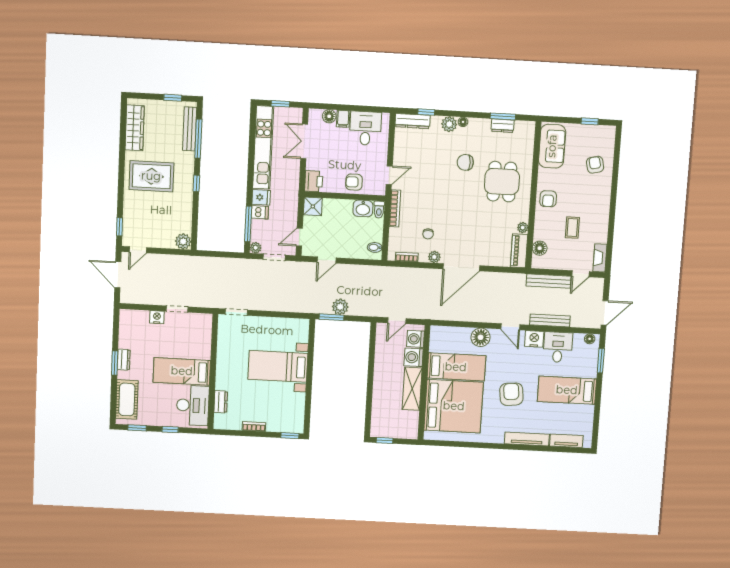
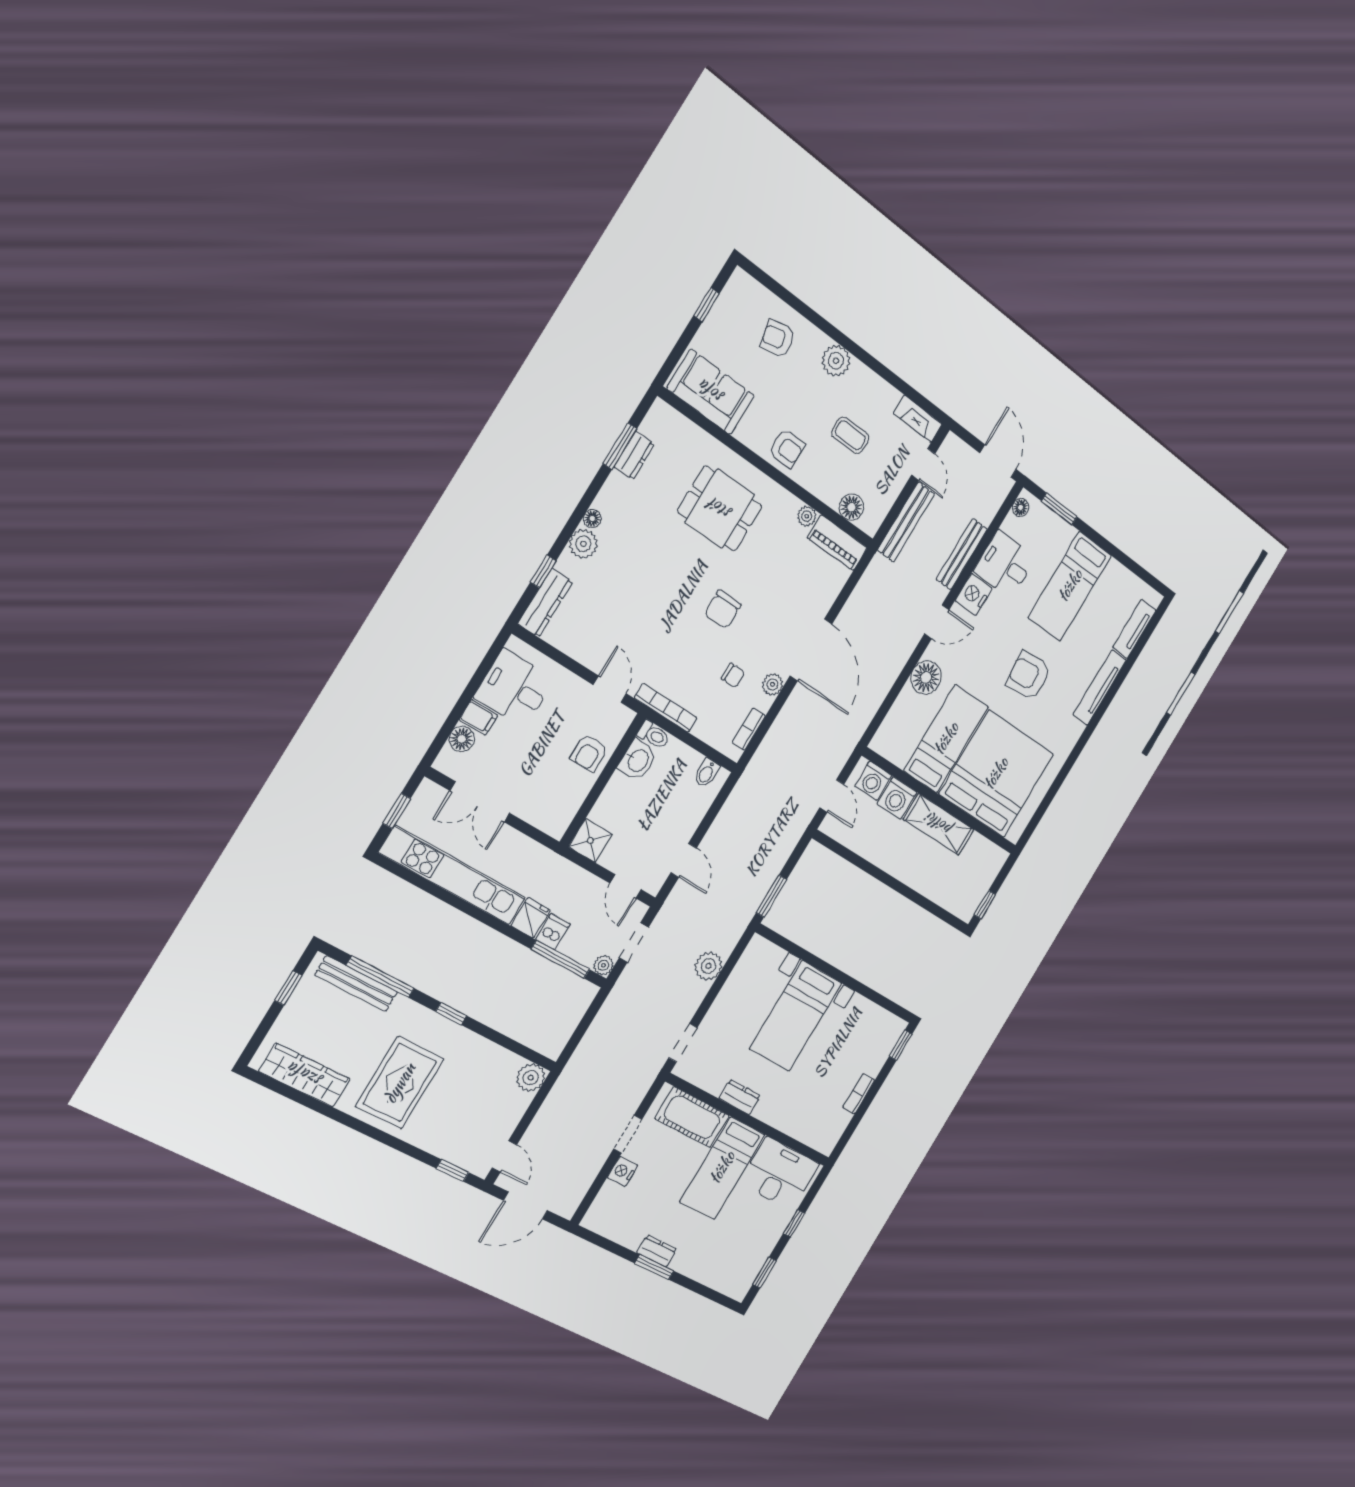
chair: (465, 162) -> (723, 609), moved
printer: (314, 181) -> (552, 819), removed
plant: (602, 200) -> (836, 361), added
plant: (340, 307) -> (709, 966), moved
cot: (127, 399) -> (692, 1117), moved
dresser: (221, 402) -> (740, 1097), moved

